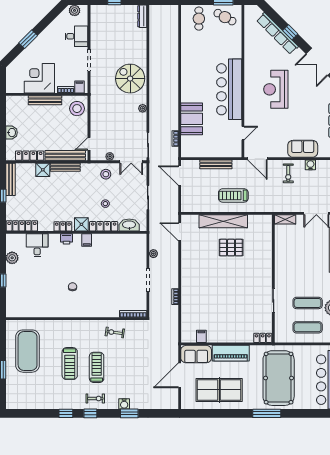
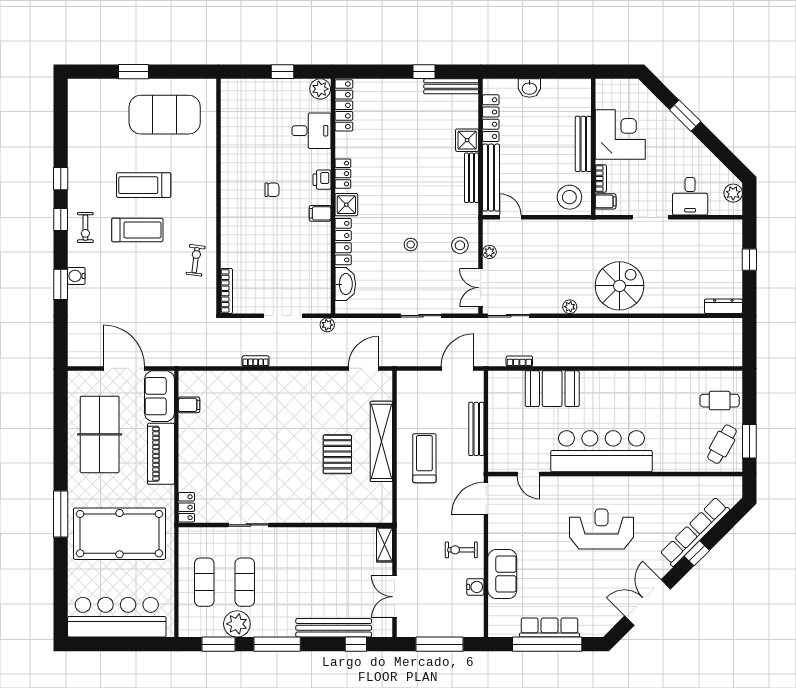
shower: (81, 224) -> (346, 205), moved
washbasin: (129, 225) -> (345, 284), moved
locker: (22, 226) -> (344, 105), moved
locker: (63, 226) -> (343, 174), moved
locker: (104, 226) -> (343, 242), moved
wall: (76, 232) -> (333, 196), moved
printer: (66, 239) -> (322, 180), moved
filing cabinet: (87, 240) -> (320, 213), moved
desk: (37, 245) -> (311, 131), moved

